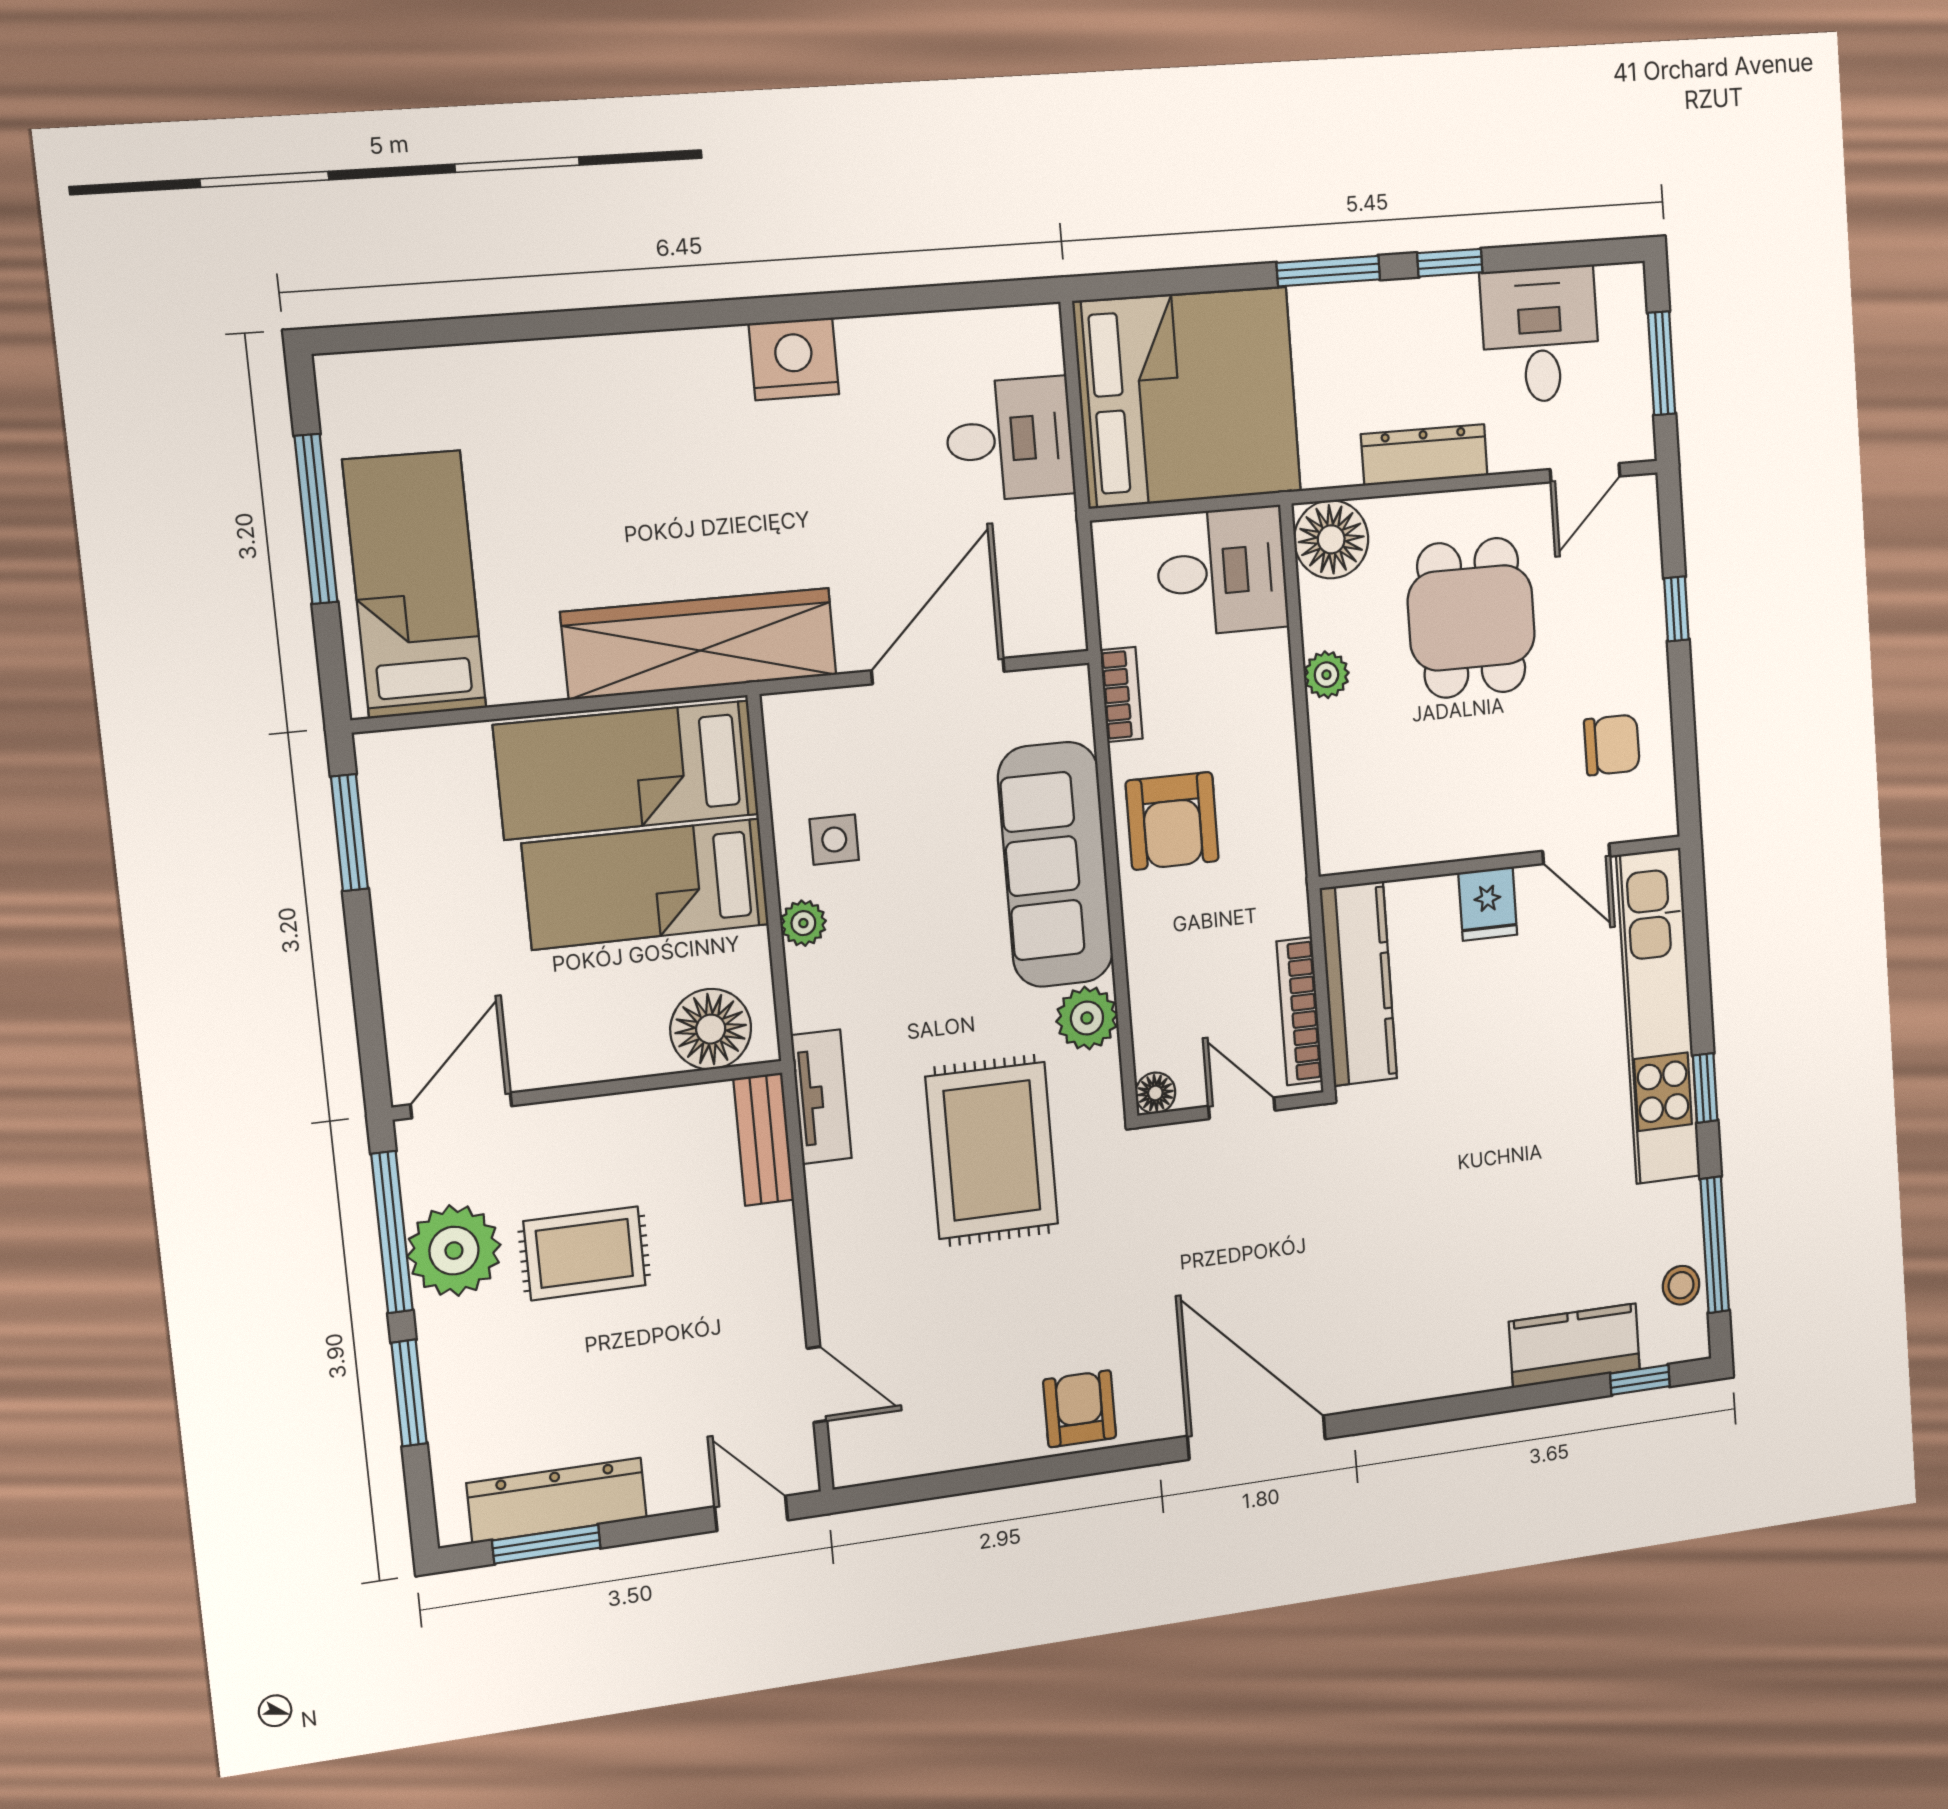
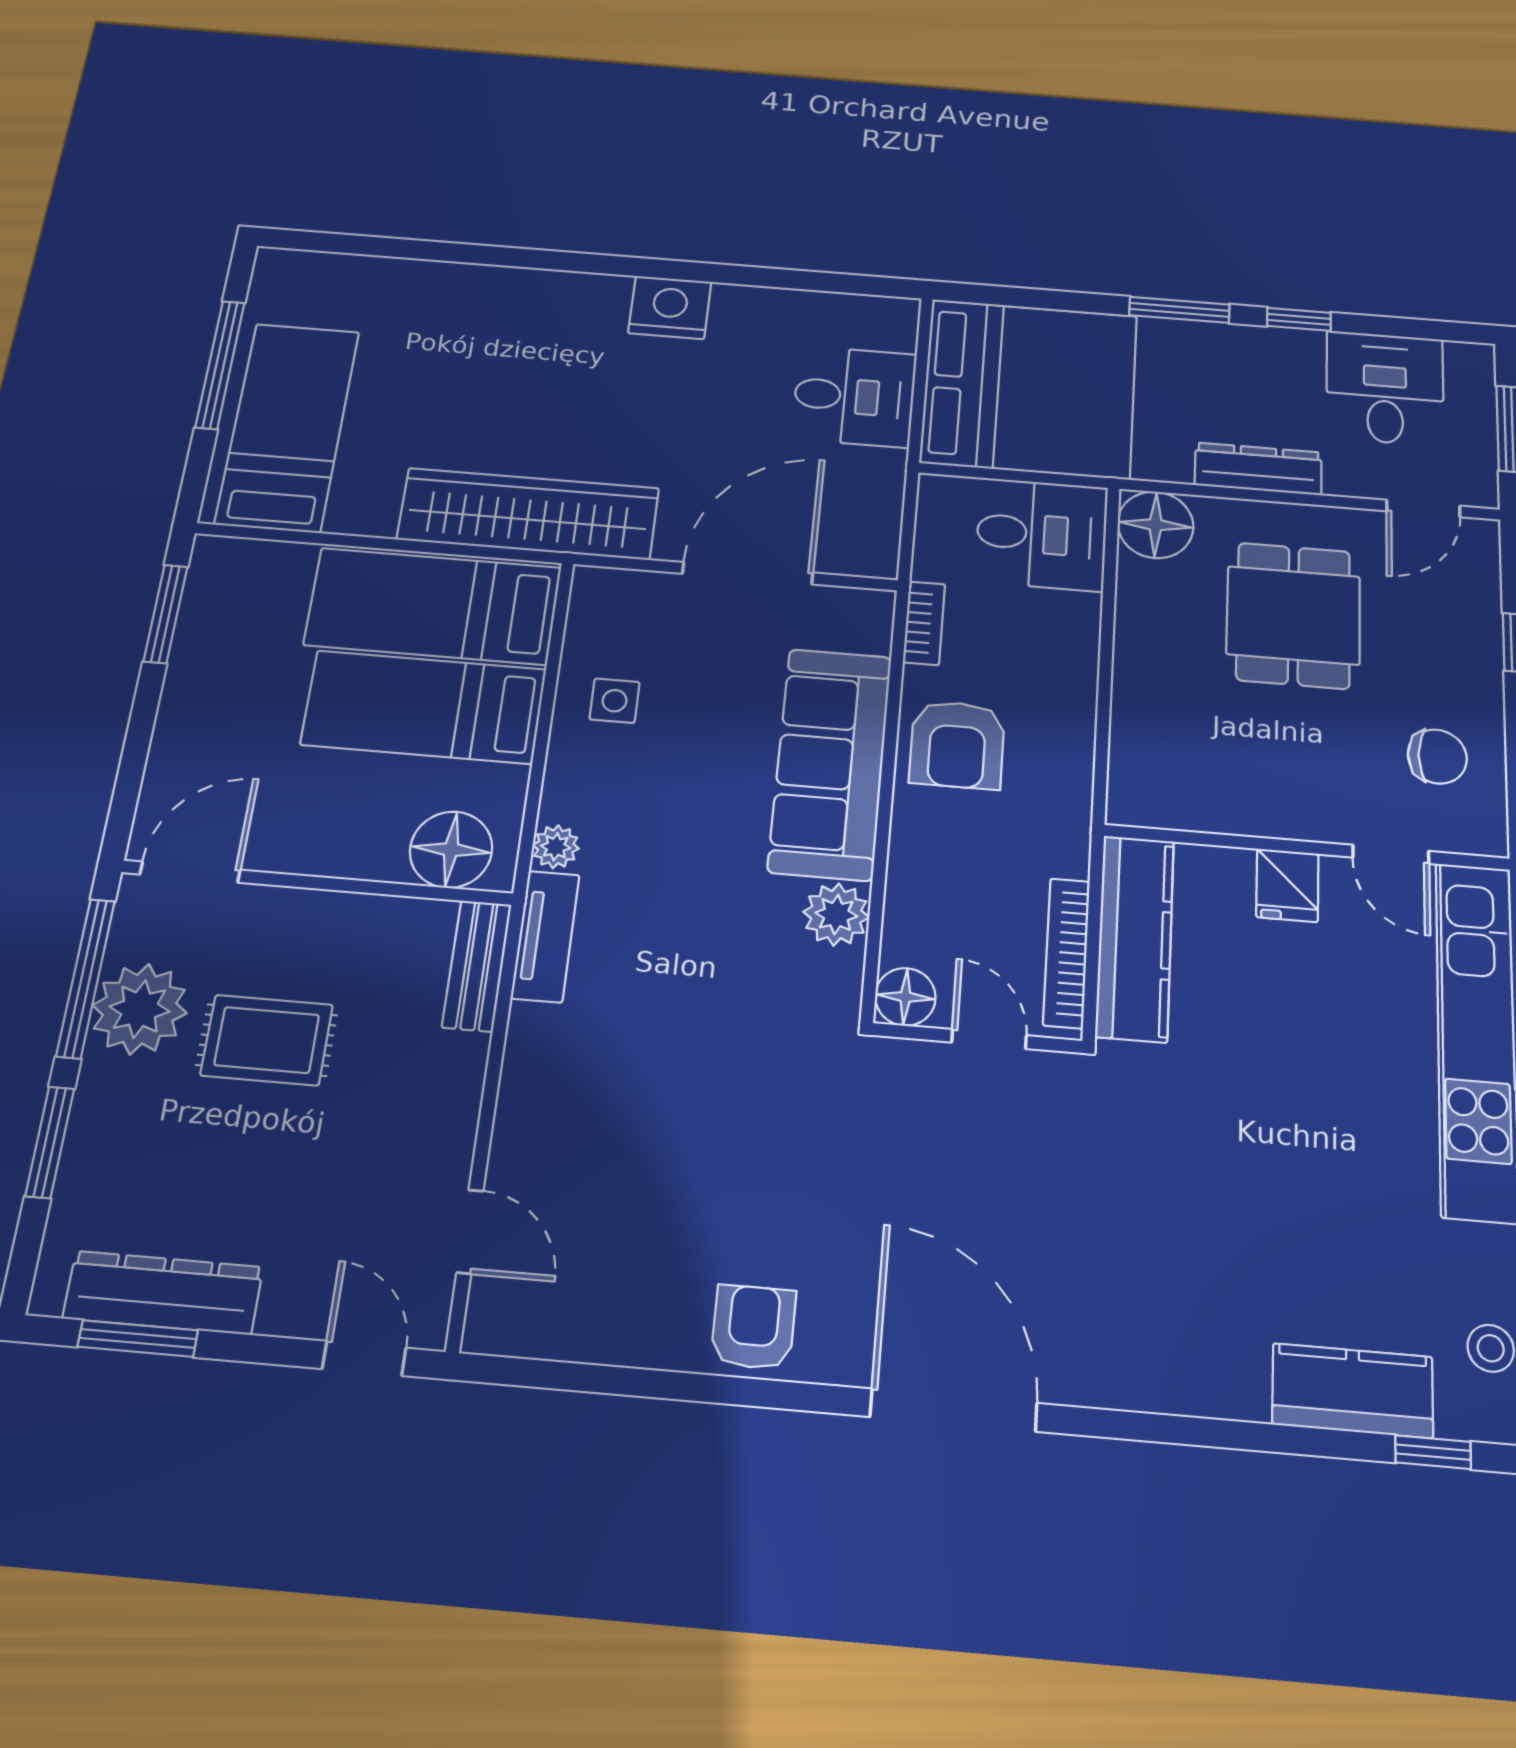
plant: (1326, 675) -> (1136, 641), removed
plant: (803, 923) -> (556, 847), moved
floor lamp: (1155, 1093) -> (905, 997), width x1.37, depth x1.37
rug: (992, 1150) -> (711, 1026), removed

